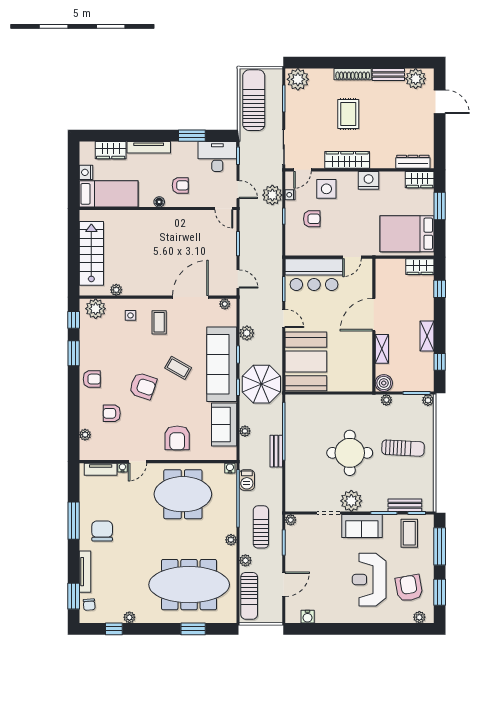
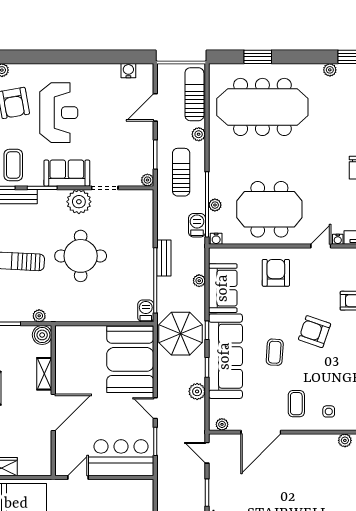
coffee table: (178, 368) -> (275, 352), turned 64
barbecue: (292, 404) -> (146, 311), added
sun lounger: (261, 527) -> (181, 172), turned 180
plant: (231, 540) -> (215, 205), moved

